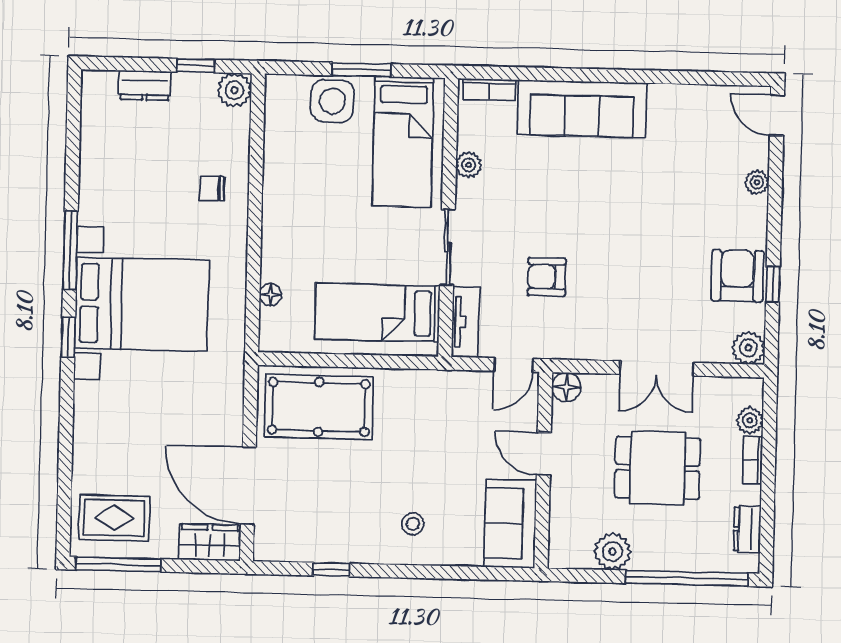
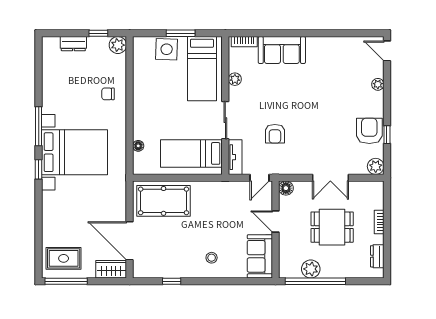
sofa: (582, 109) -> (282, 50), width x0.73
armchair: (547, 277) -> (275, 134), turned -90
plant: (750, 420) -> (377, 202), removed
window: (687, 578) -> (315, 281), moved

